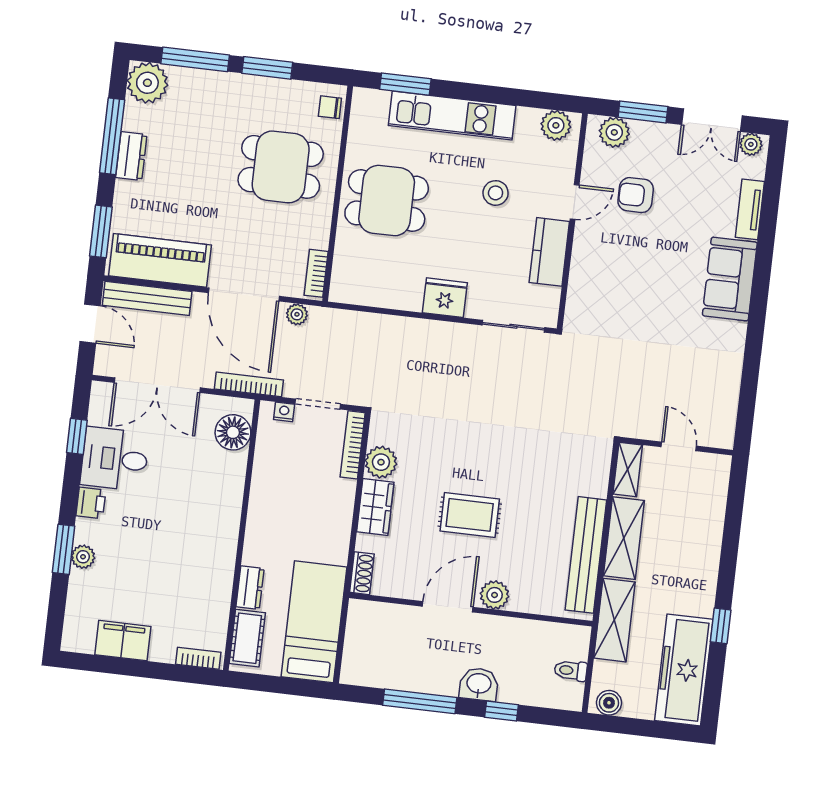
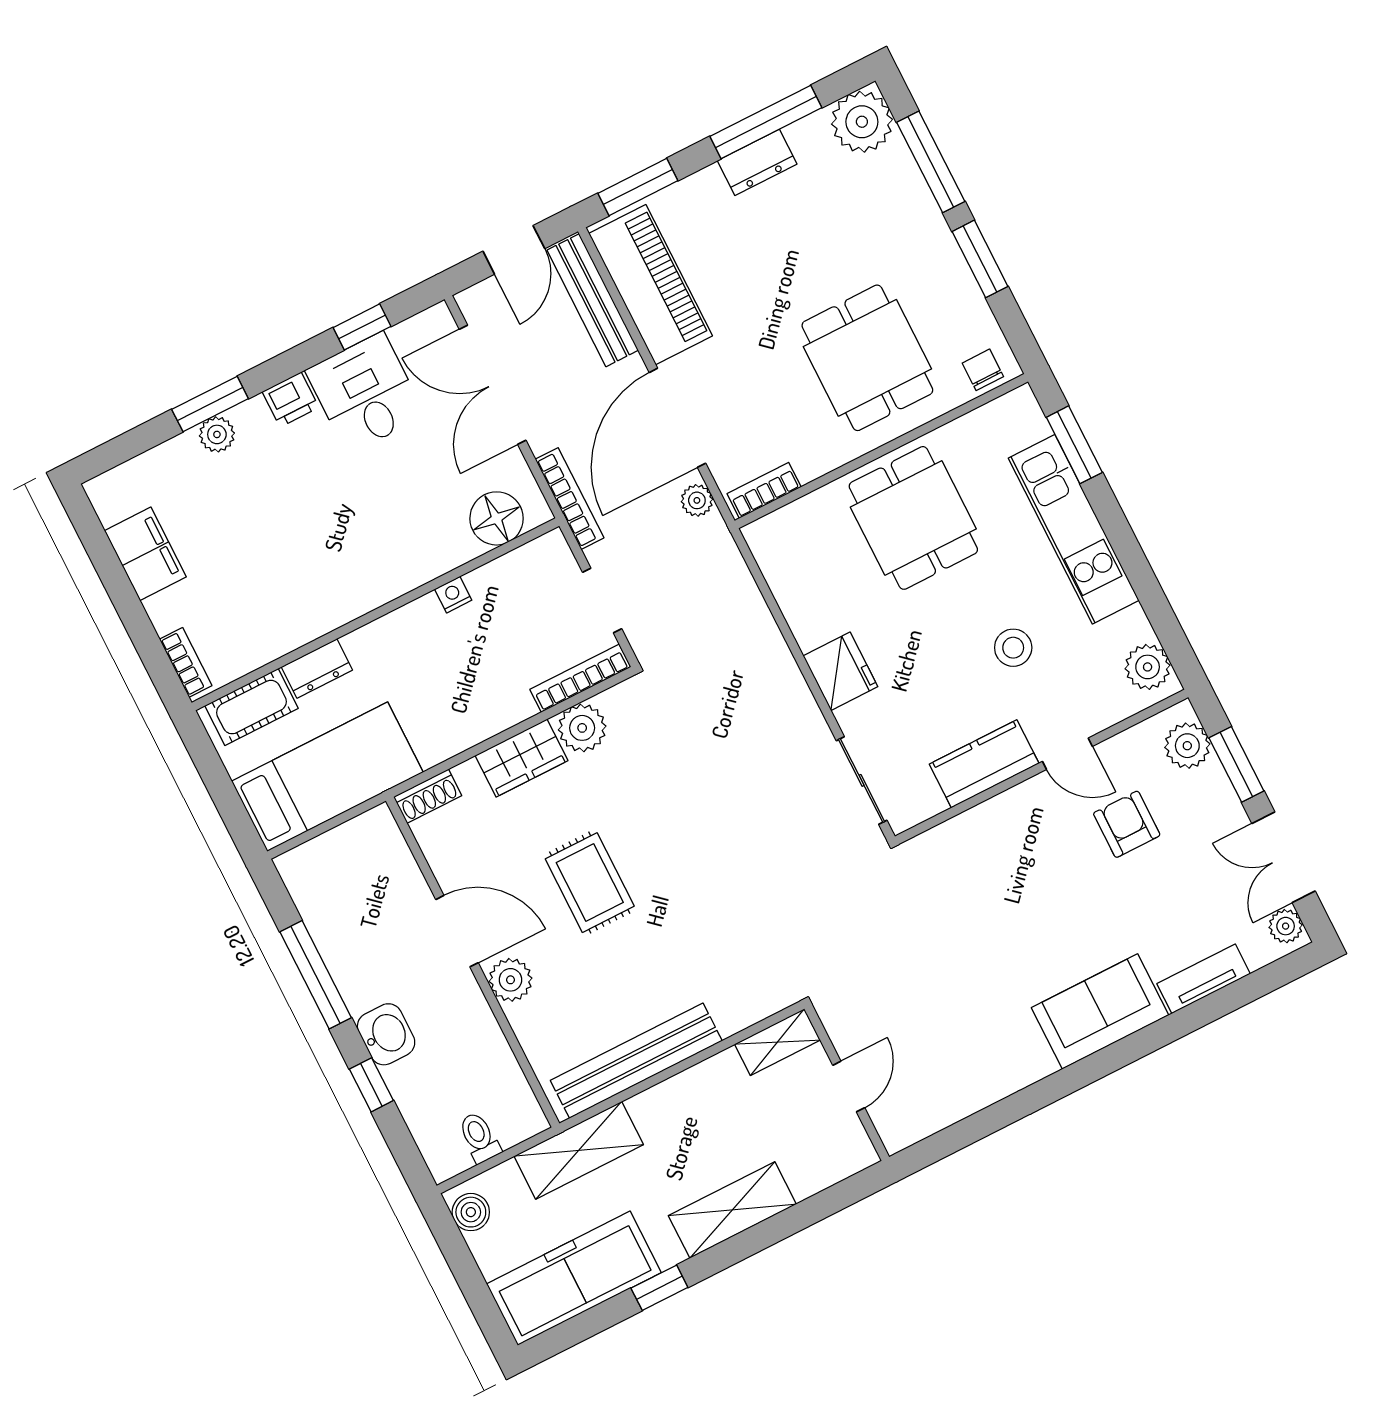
nightstand: (284, 412) -> (453, 595), moved, turned -90
shelving: (624, 538) -> (732, 1210), moved

